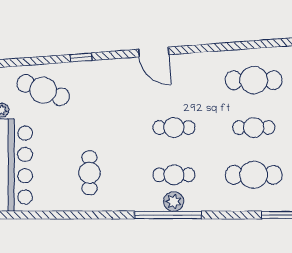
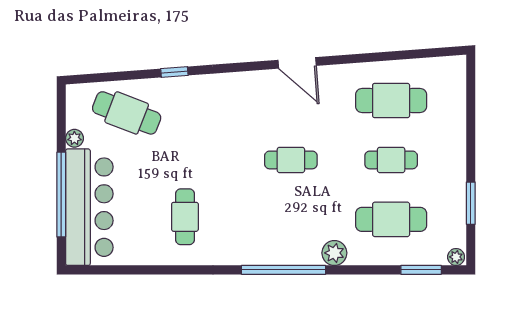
door: (154, 52) -> (297, 63), moved
cafe table: (174, 175) -> (291, 219), removed
plant: (174, 202) -> (334, 253), moved

